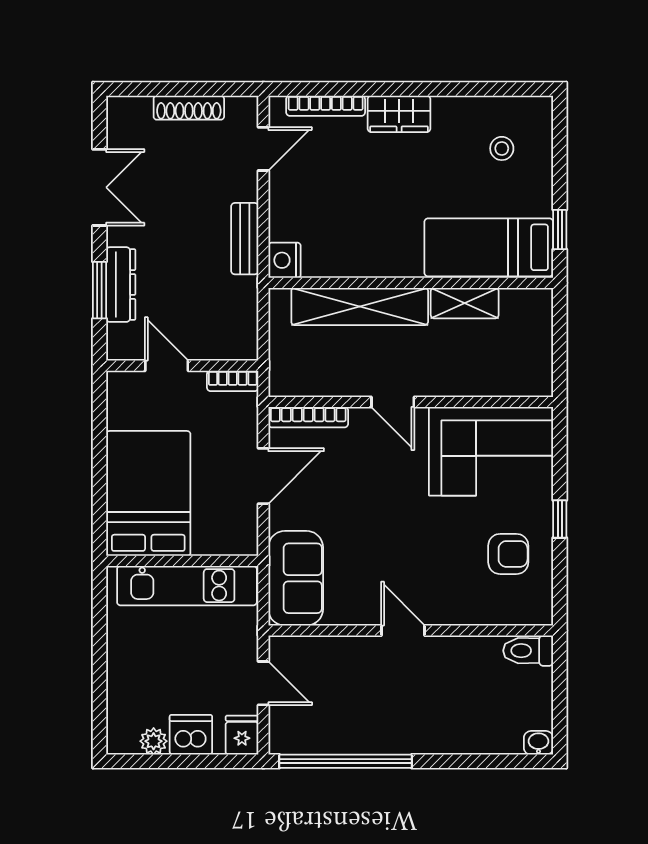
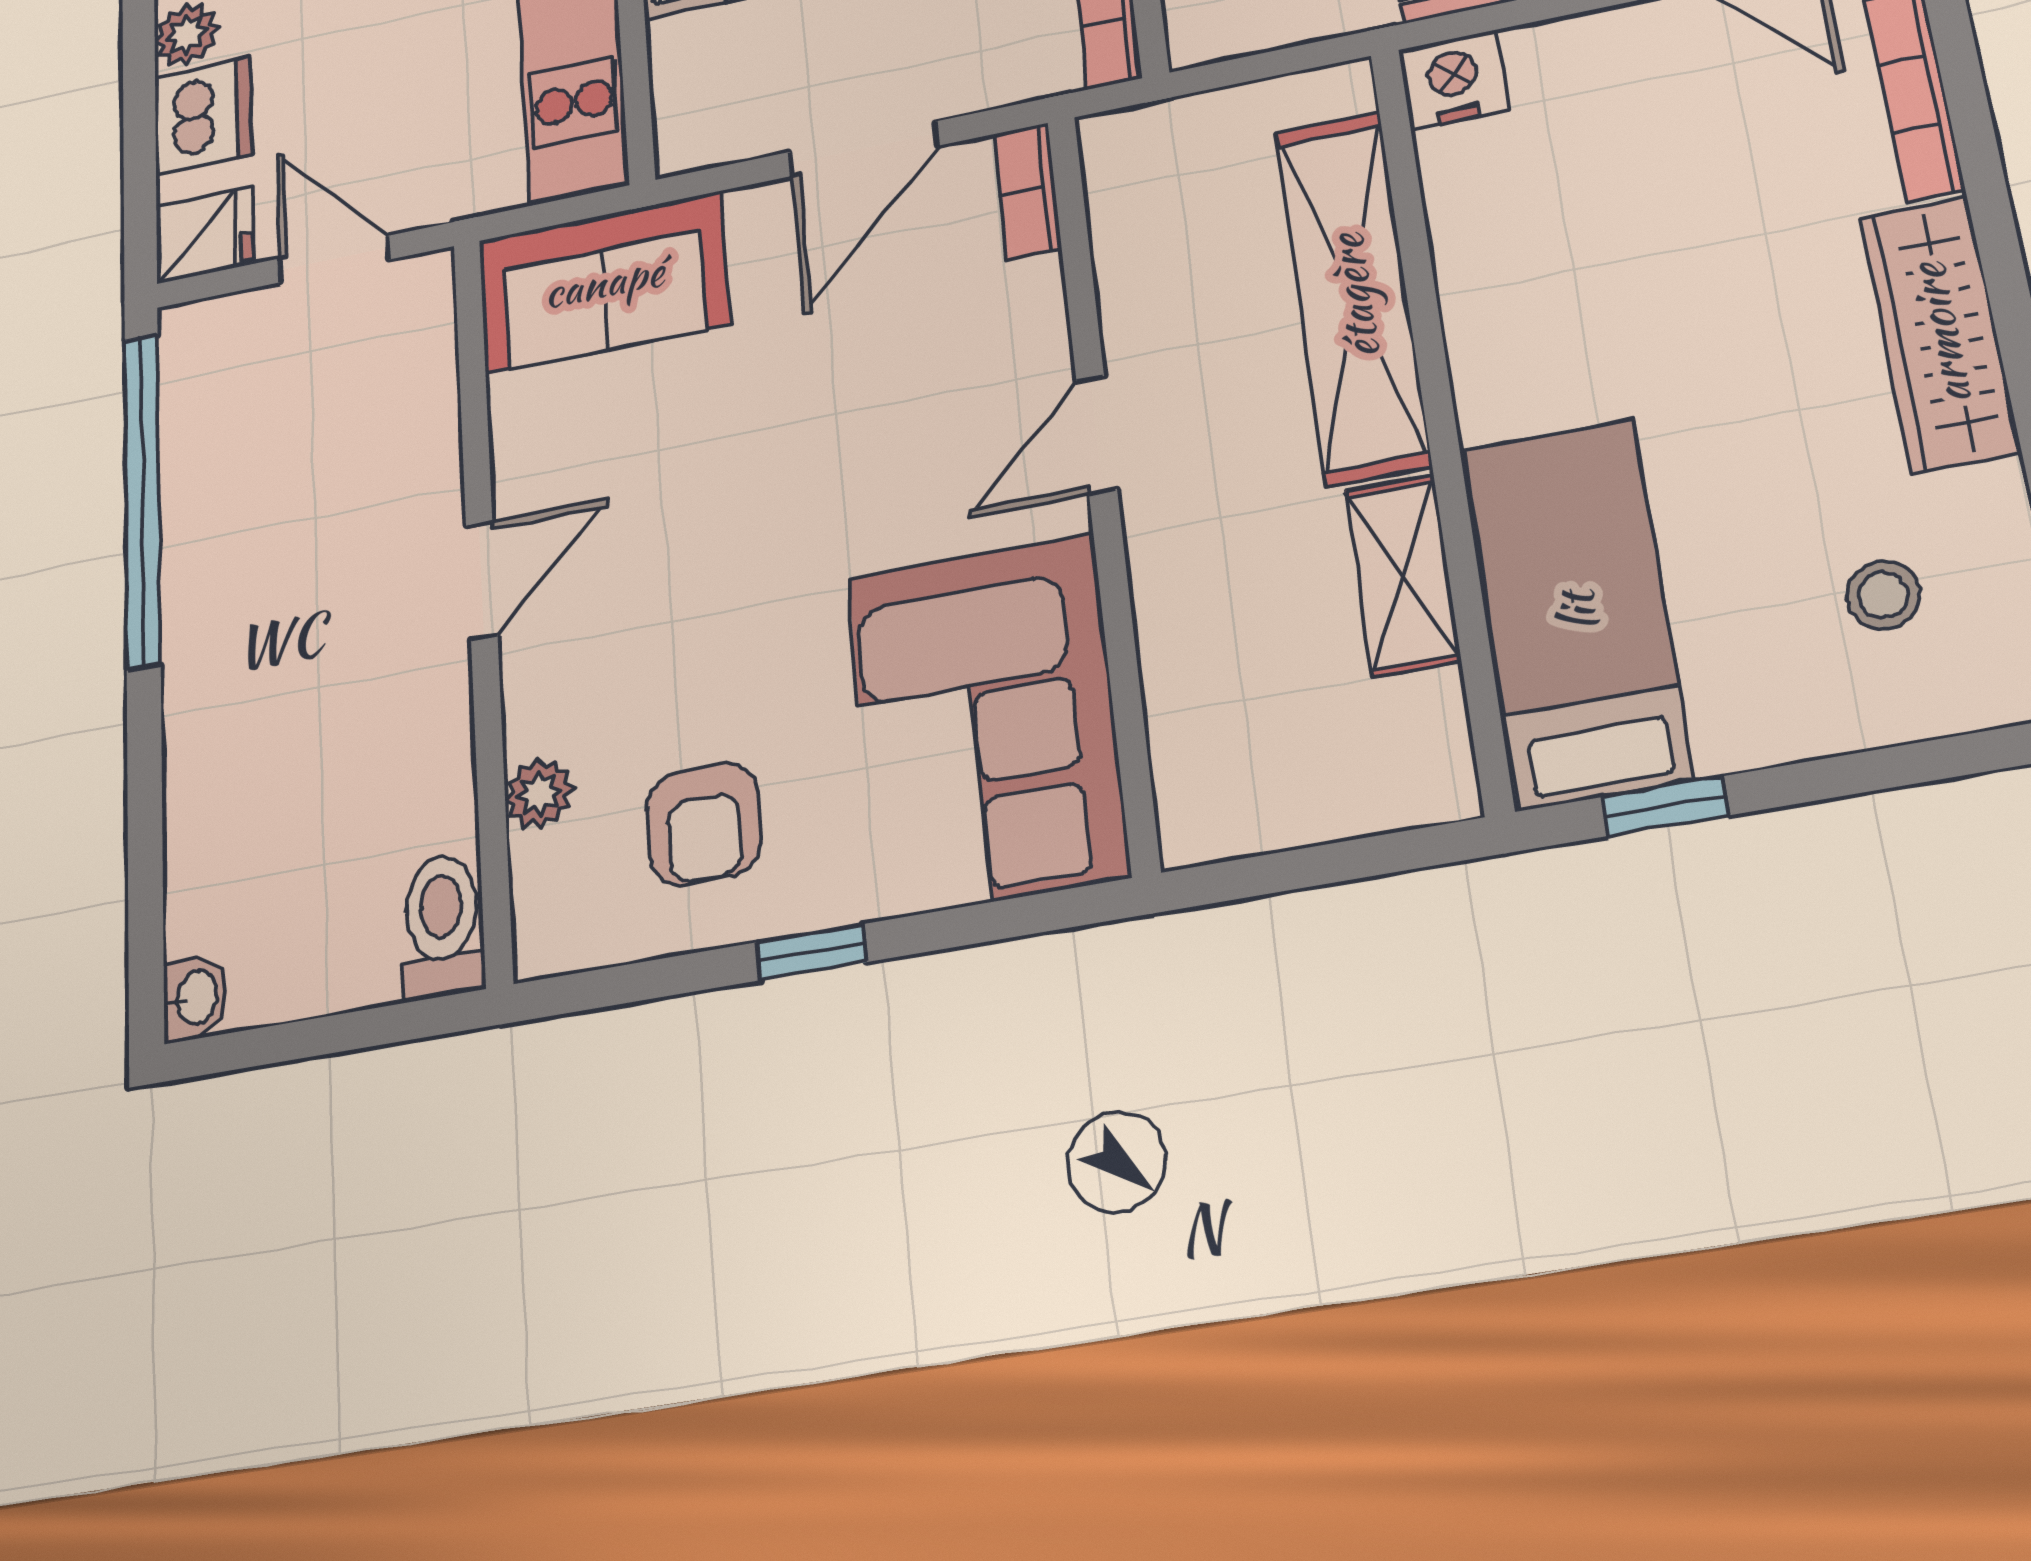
wardrobe: (399, 114) -> (1939, 334), width x1.50
bookcase: (308, 417) -> (1027, 191), width x0.64
door: (263, 476) -> (864, 149), hinge flipped
plant: (487, 613) -> (539, 794), added
door: (263, 683) -> (334, 259), swing flipped

